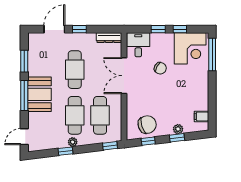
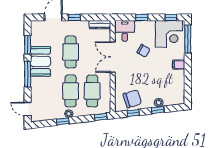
window: (180, 29) -> (171, 17), moved
booth: (39, 94) -> (40, 61), moved
filing cabinet: (201, 116) -> (179, 65), moved
door: (24, 137) -> (28, 109), hinge flipped

